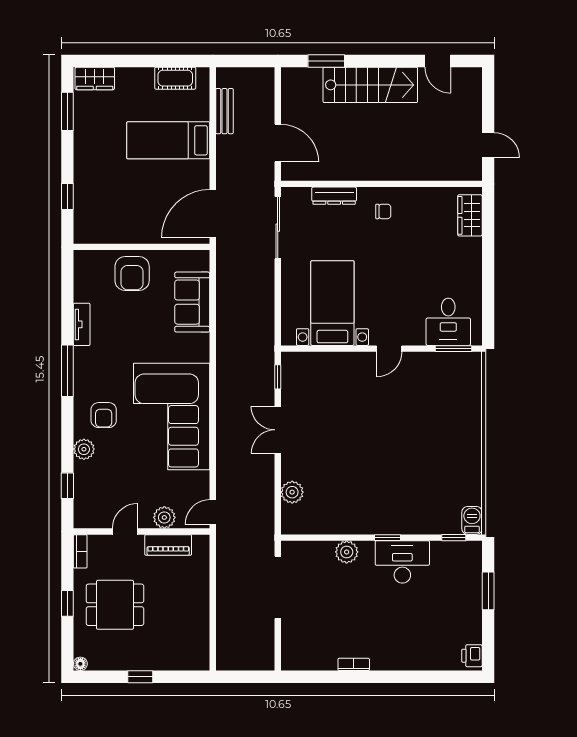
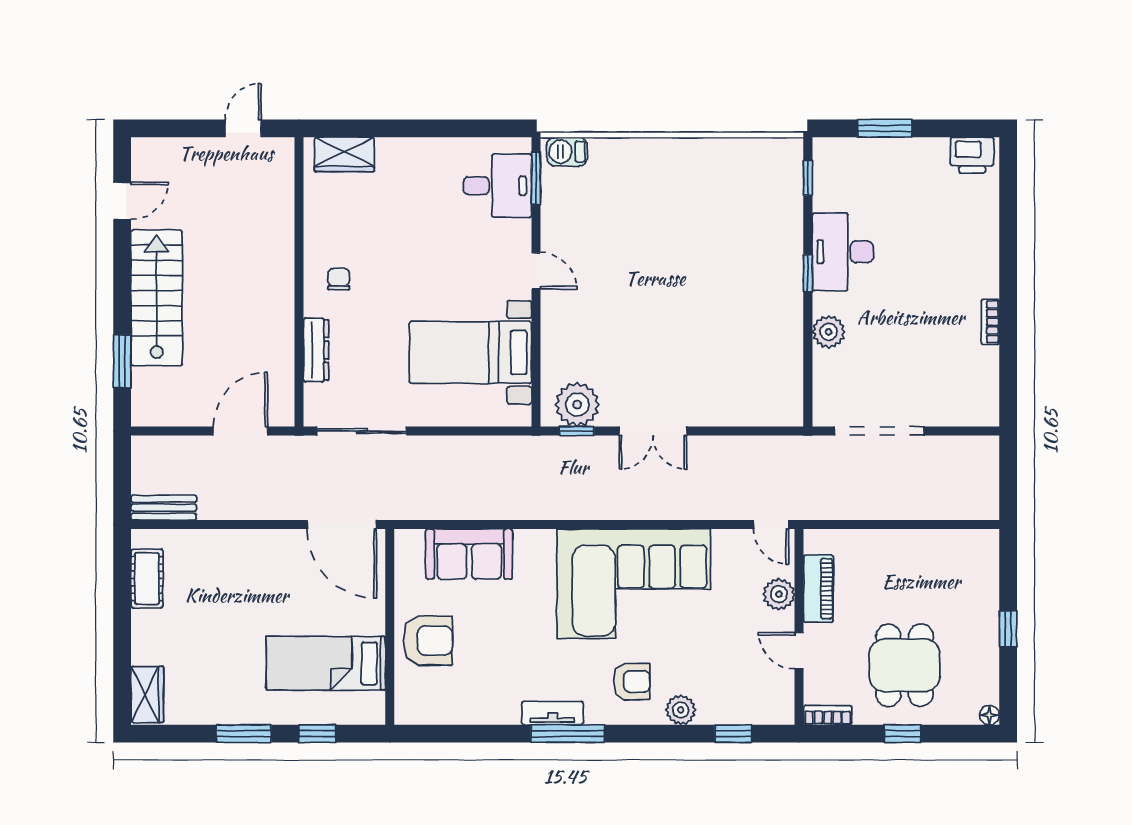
window: (67, 111) -> (244, 734), moved
bench: (224, 111) -> (164, 508), moved
bed: (168, 140) -> (326, 663), moved, turned 90
tv unit: (82, 324) -> (552, 713), moved
plant: (292, 492) -> (577, 404), moved, width x1.36, depth x1.36
barbecue: (472, 520) -> (567, 152), moved
printer: (472, 656) -> (972, 155), width x1.36, depth x1.24

